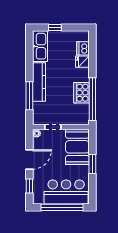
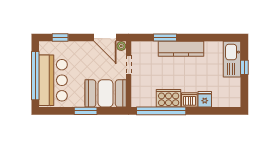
kitchen sink: (40, 46) -> (232, 59), moved, turned 90
dishwasher: (83, 48) -> (189, 100), moved
window: (29, 96) -> (165, 37), width x0.69
door: (29, 159) -> (105, 37), moved

